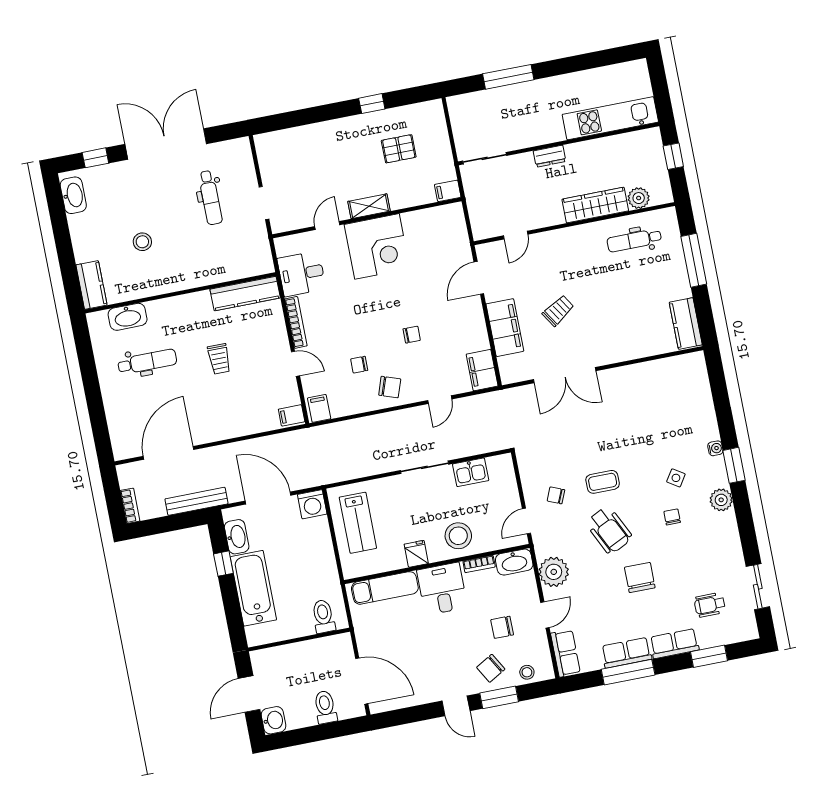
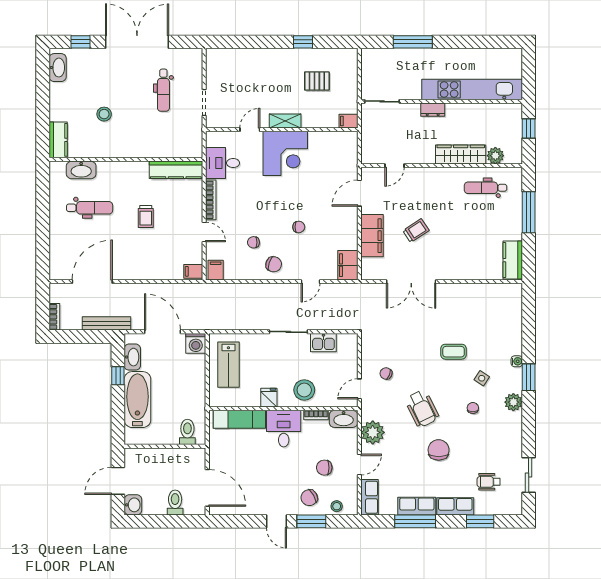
kitchen unit: (610, 118) -> (472, 89), width x1.36
coffee table: (603, 482) -> (454, 352), moved

